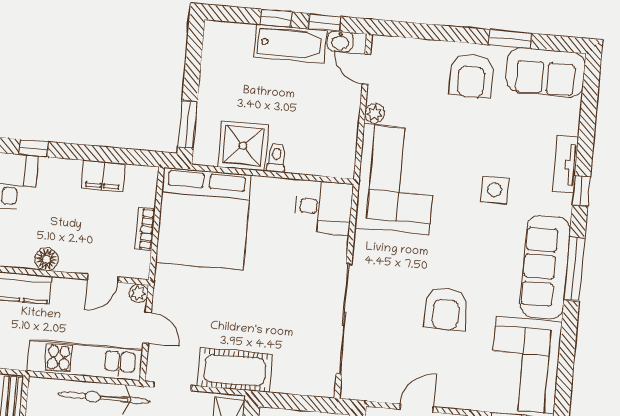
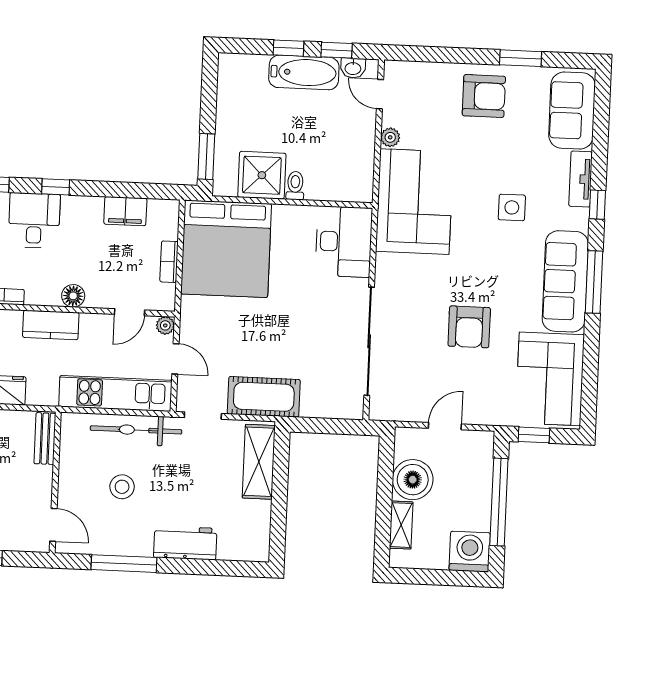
sofa: (546, 72) -> (572, 111), moved, turned 90
armchair: (471, 76) -> (484, 96), turned -90
desk: (324, 207) -> (344, 242), width x1.37

